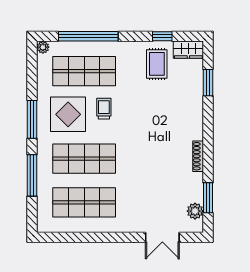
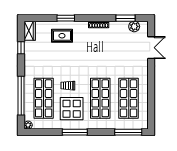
rug: (157, 64) -> (62, 36), moved
window: (208, 83) -> (66, 18), moved
window: (32, 175) -> (128, 132), moved

